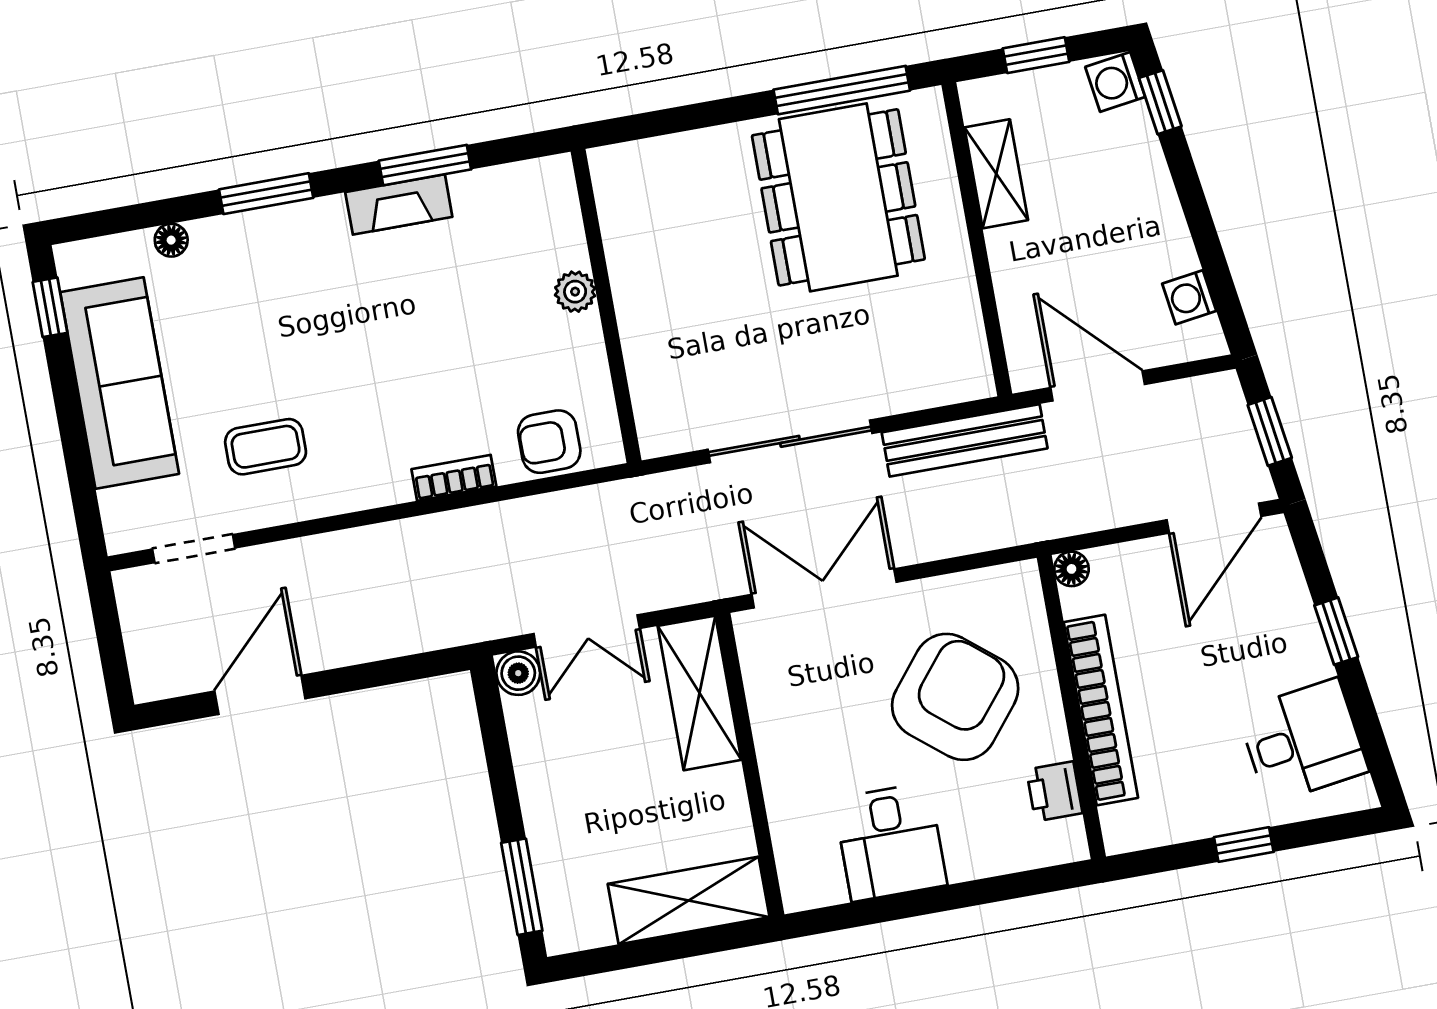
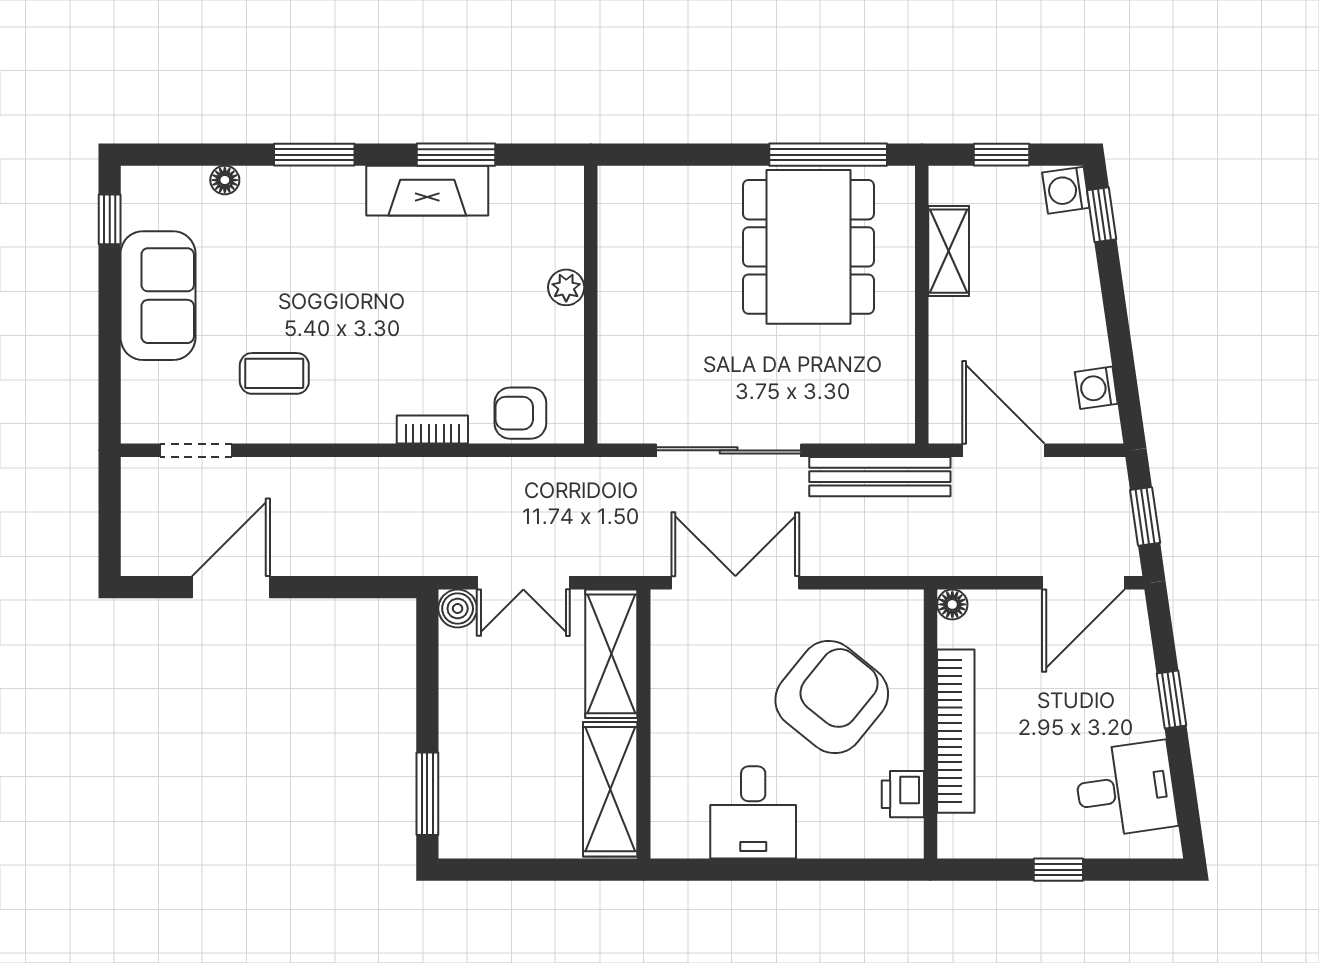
fireplace: (399, 204) -> (427, 191), width x1.37, depth x1.32
sofa: (120, 383) -> (158, 296), width x0.73
shelving: (689, 900) -> (610, 789), moved, turned 90

